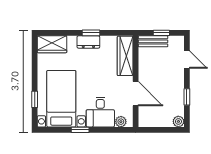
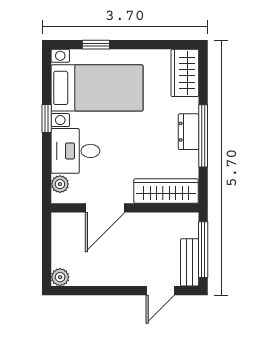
window: (91, 33) -> (203, 136), width x2.17
window: (161, 33) -> (203, 250), width x2.17
bench: (153, 41) -> (190, 262), moved
window: (187, 97) -> (100, 291), removed

